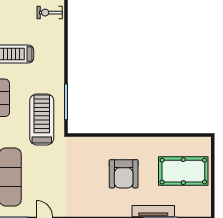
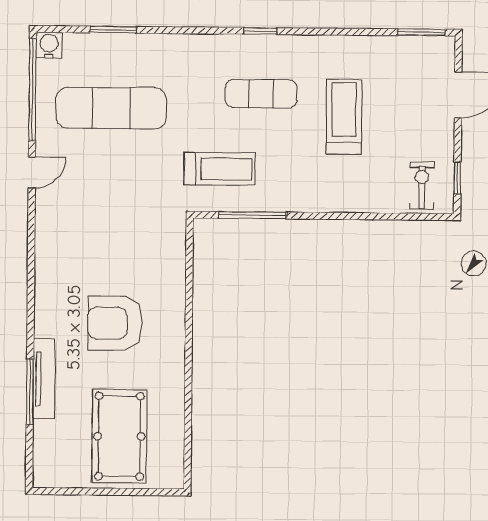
treadmill: (42, 119) -> (219, 169), width x0.73, depth x0.73

